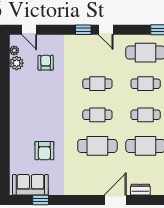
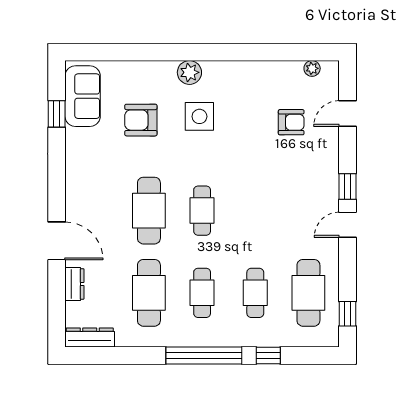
door: (29, 30) -> (347, 114), moved
plant: (17, 63) -> (189, 72), moved
cafe table: (97, 84) -> (255, 211), removed
side table: (42, 116) -> (199, 116), added

